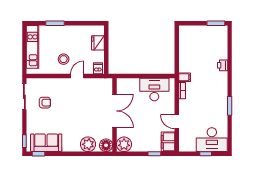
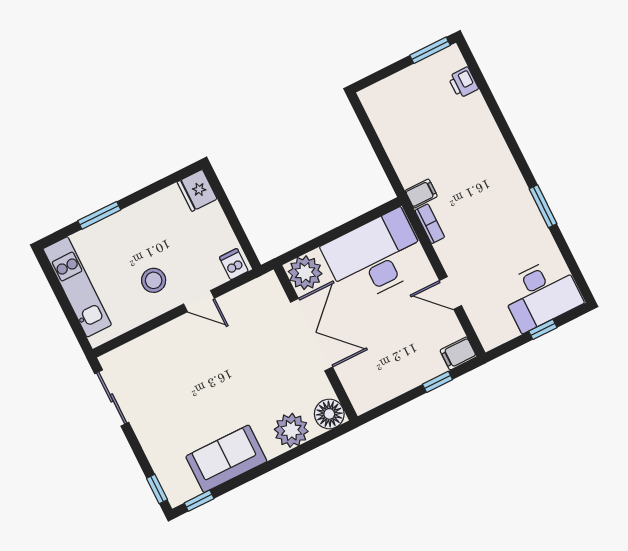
fridge: (98, 43) -> (197, 190), moved
printer: (223, 65) -> (463, 83), moved
door: (77, 76) -> (199, 301), swing flipped
desk: (154, 90) -> (375, 257), width x1.36, depth x1.30
armchair: (45, 103) -> (160, 389), removed
filing cabinet: (168, 142) -> (458, 353), width x0.50
sofa: (46, 143) -> (226, 459), moved
plant: (124, 144) -> (305, 273), moved

